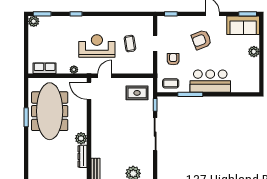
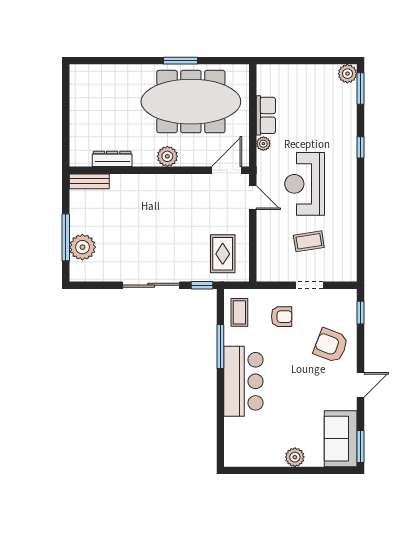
armchair: (201, 40) -> (331, 345), moved, turned -48
reception desk: (97, 46) -> (305, 184), turned 180
row of seats: (45, 68) -> (266, 115), moved
plant: (81, 138) -> (167, 156), moved

